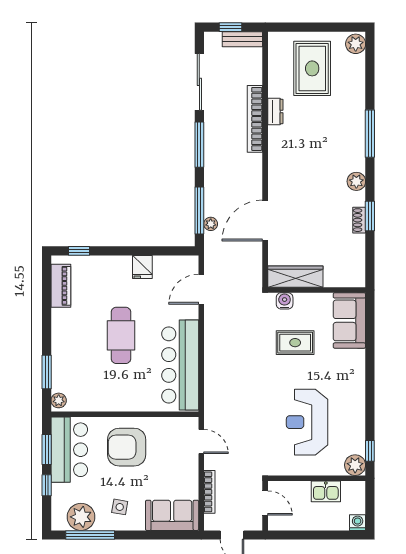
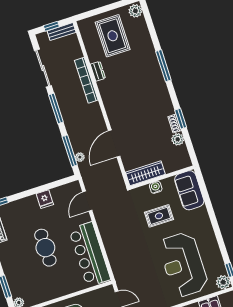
plant: (356, 181) -> (178, 139), moved
water cooler: (285, 301) -> (156, 187), moved
reception desk: (307, 422) -> (183, 265), width x1.36, depth x1.30

